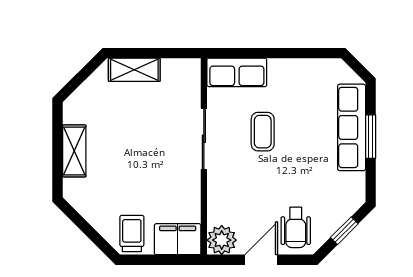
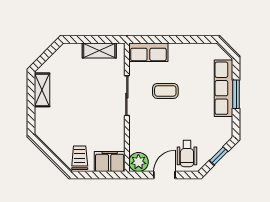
shelving: (134, 70) -> (99, 50), moved
coffee table: (263, 132) -> (165, 91), turned 90
shelving: (74, 151) -> (42, 90), moved

